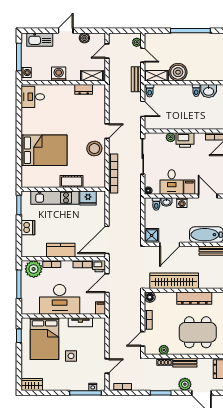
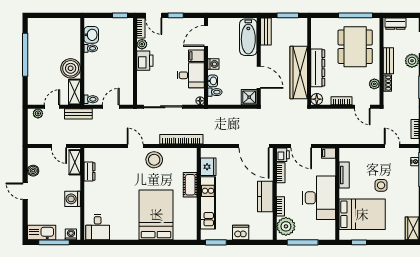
kitchen sink: (40, 40) -> (42, 232), moved, turned -90
door: (107, 51) -> (59, 146), moved
plant: (171, 137) -> (142, 44), moved
dresser: (194, 298) -> (318, 68), moved

